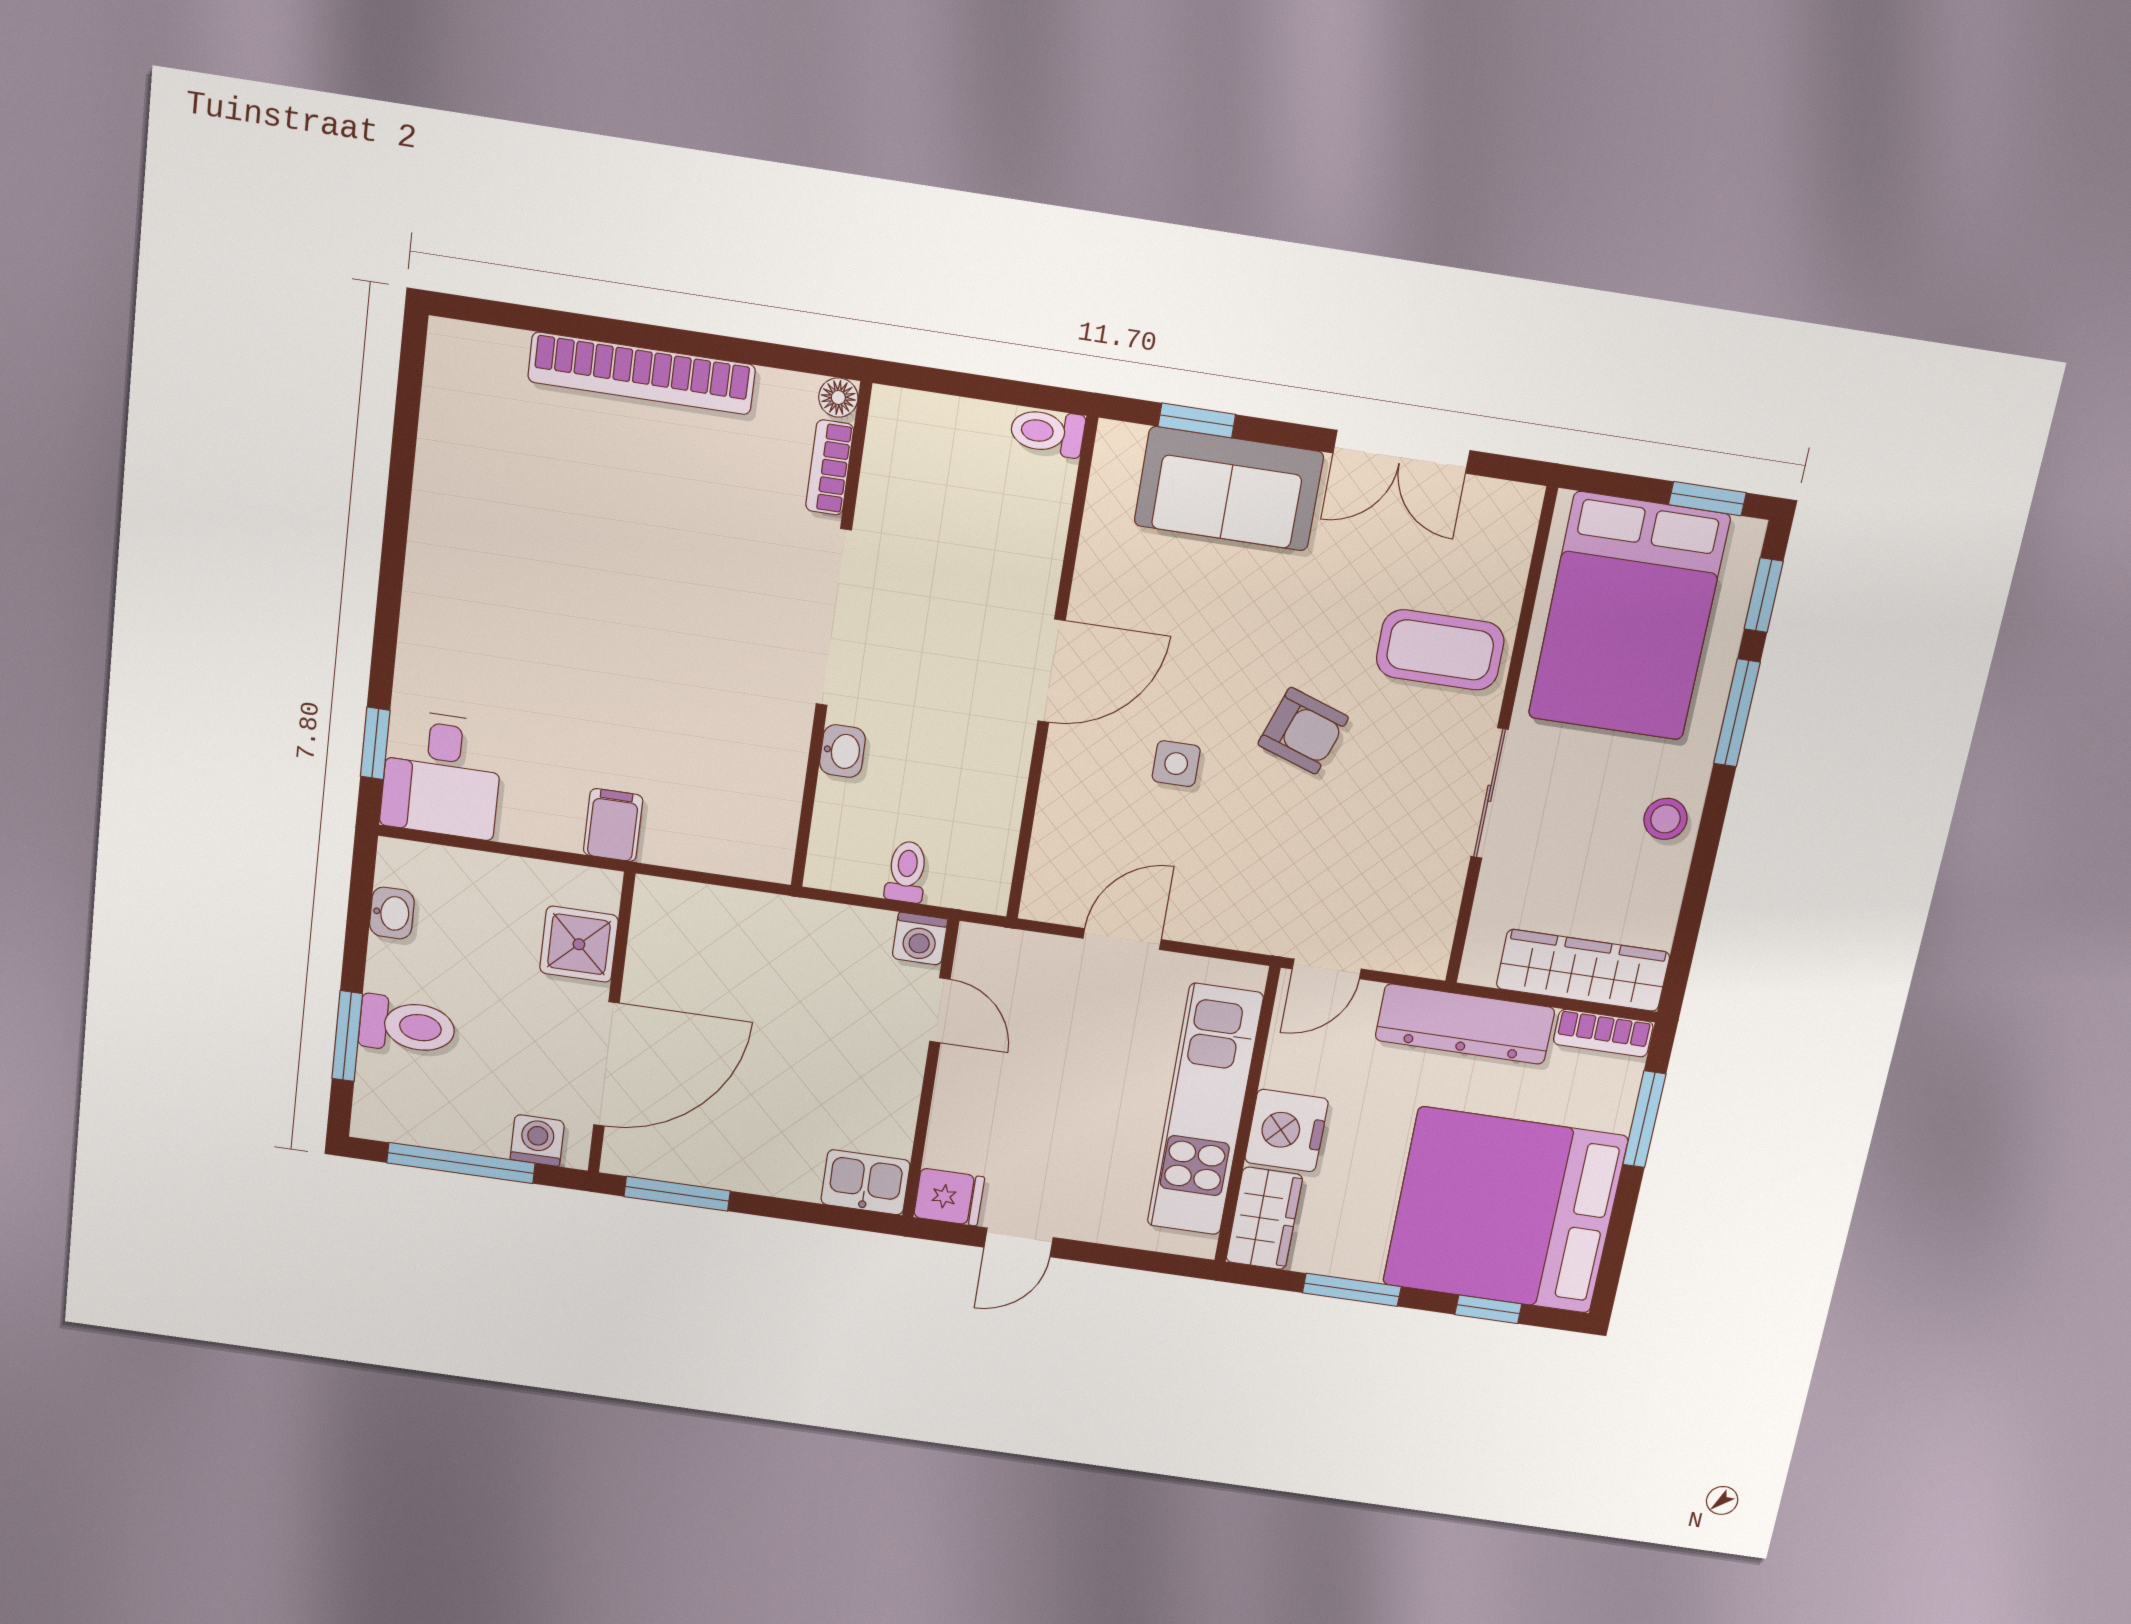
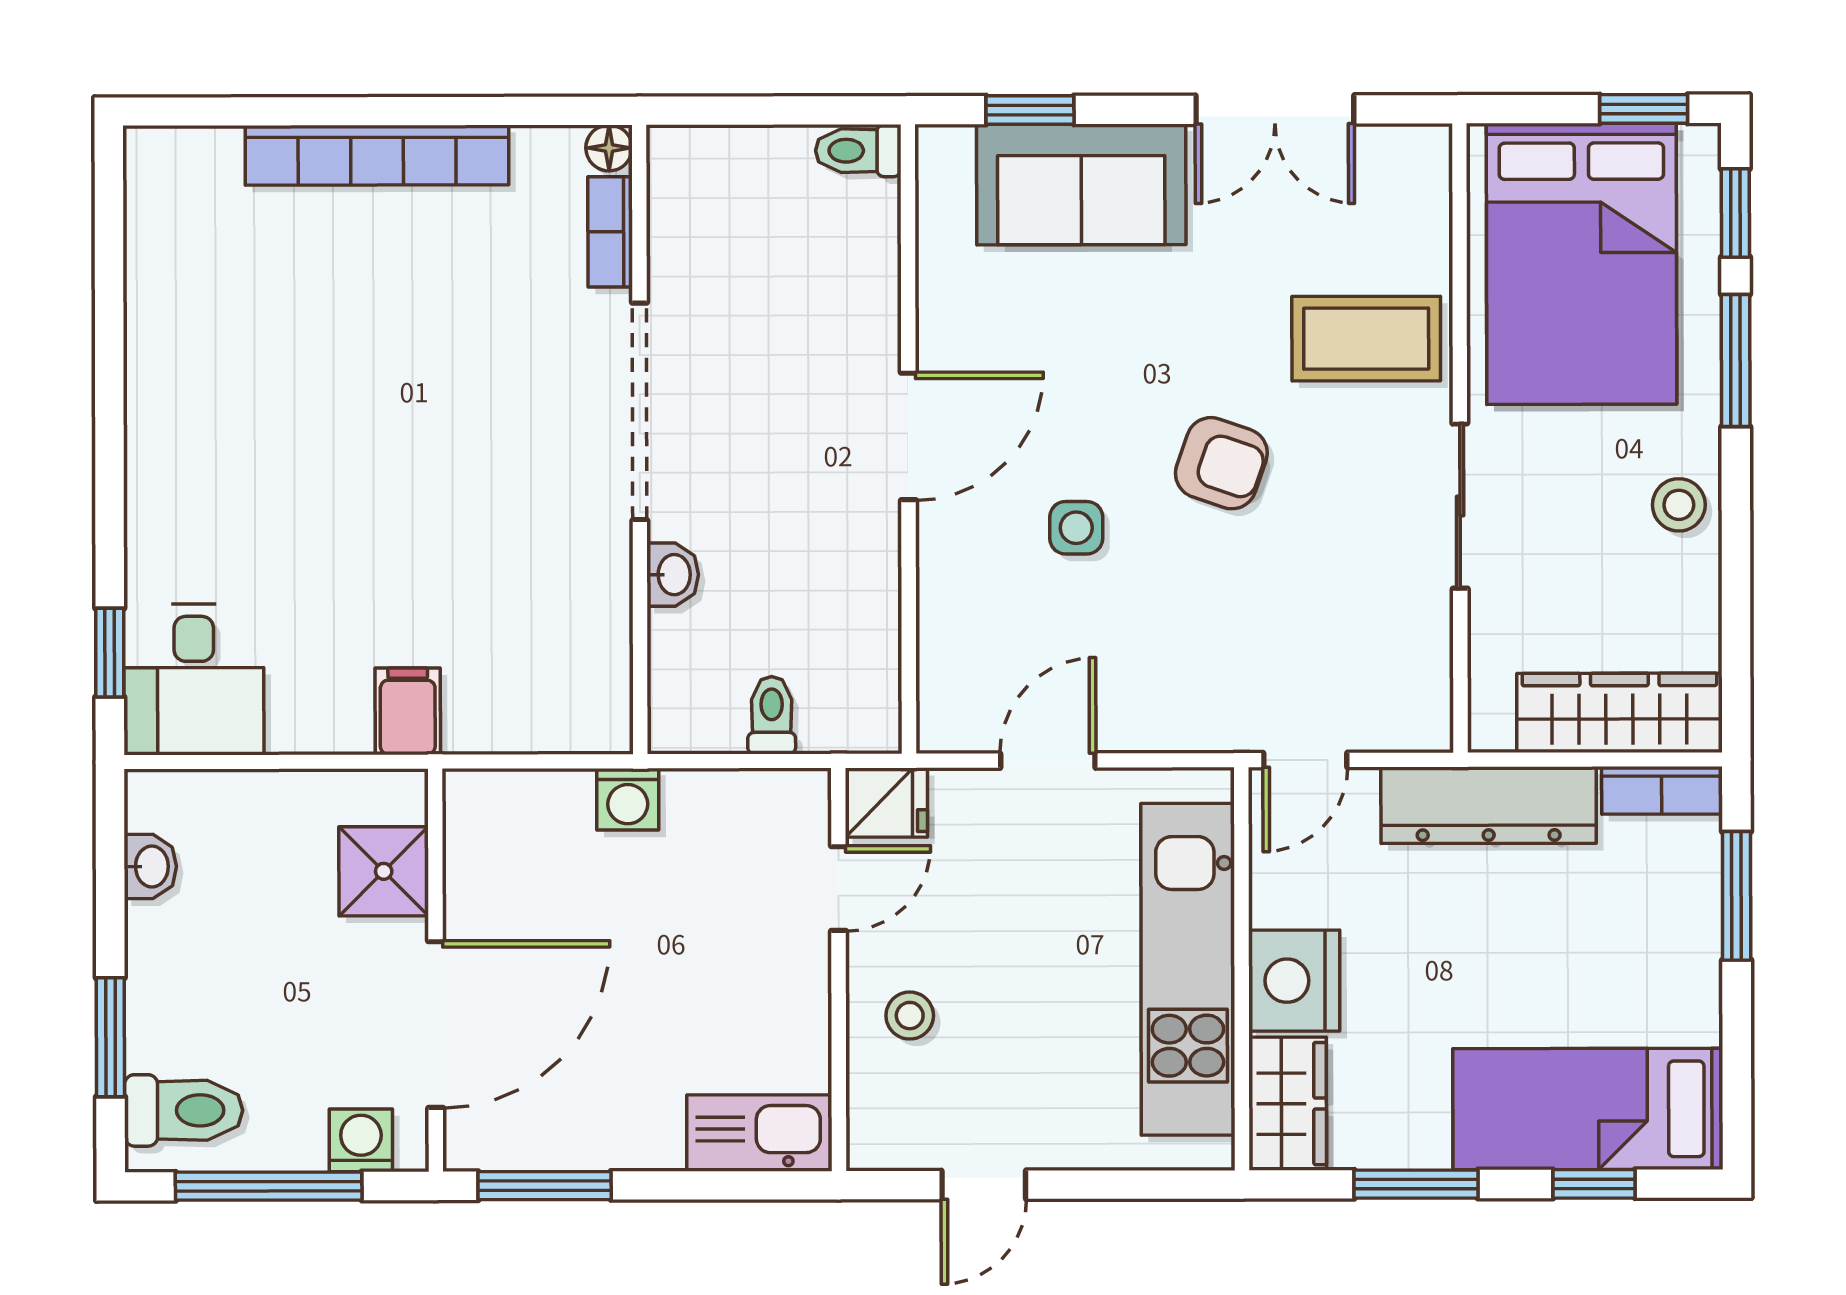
washing machine: (920, 939) -> (628, 799), moved
door: (940, 1010) -> (838, 888), hinge flipped
toilet: (407, 1026) -> (184, 1110), moved
stool: (981, 1112) -> (910, 1016), added
kitchen sink: (865, 1182) -> (759, 1133), width x1.38
fridge: (949, 1197) -> (886, 803), moved
bed: (1505, 1211) -> (1588, 1109), width x0.49

